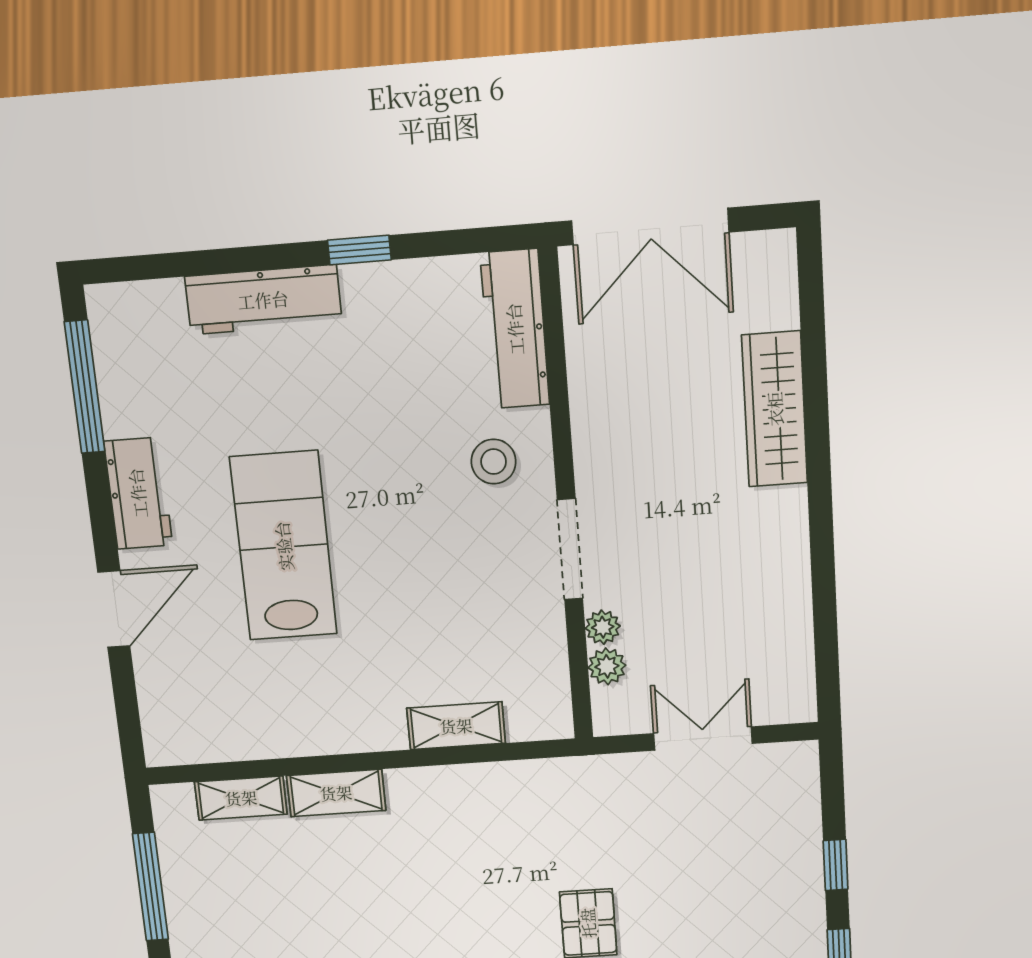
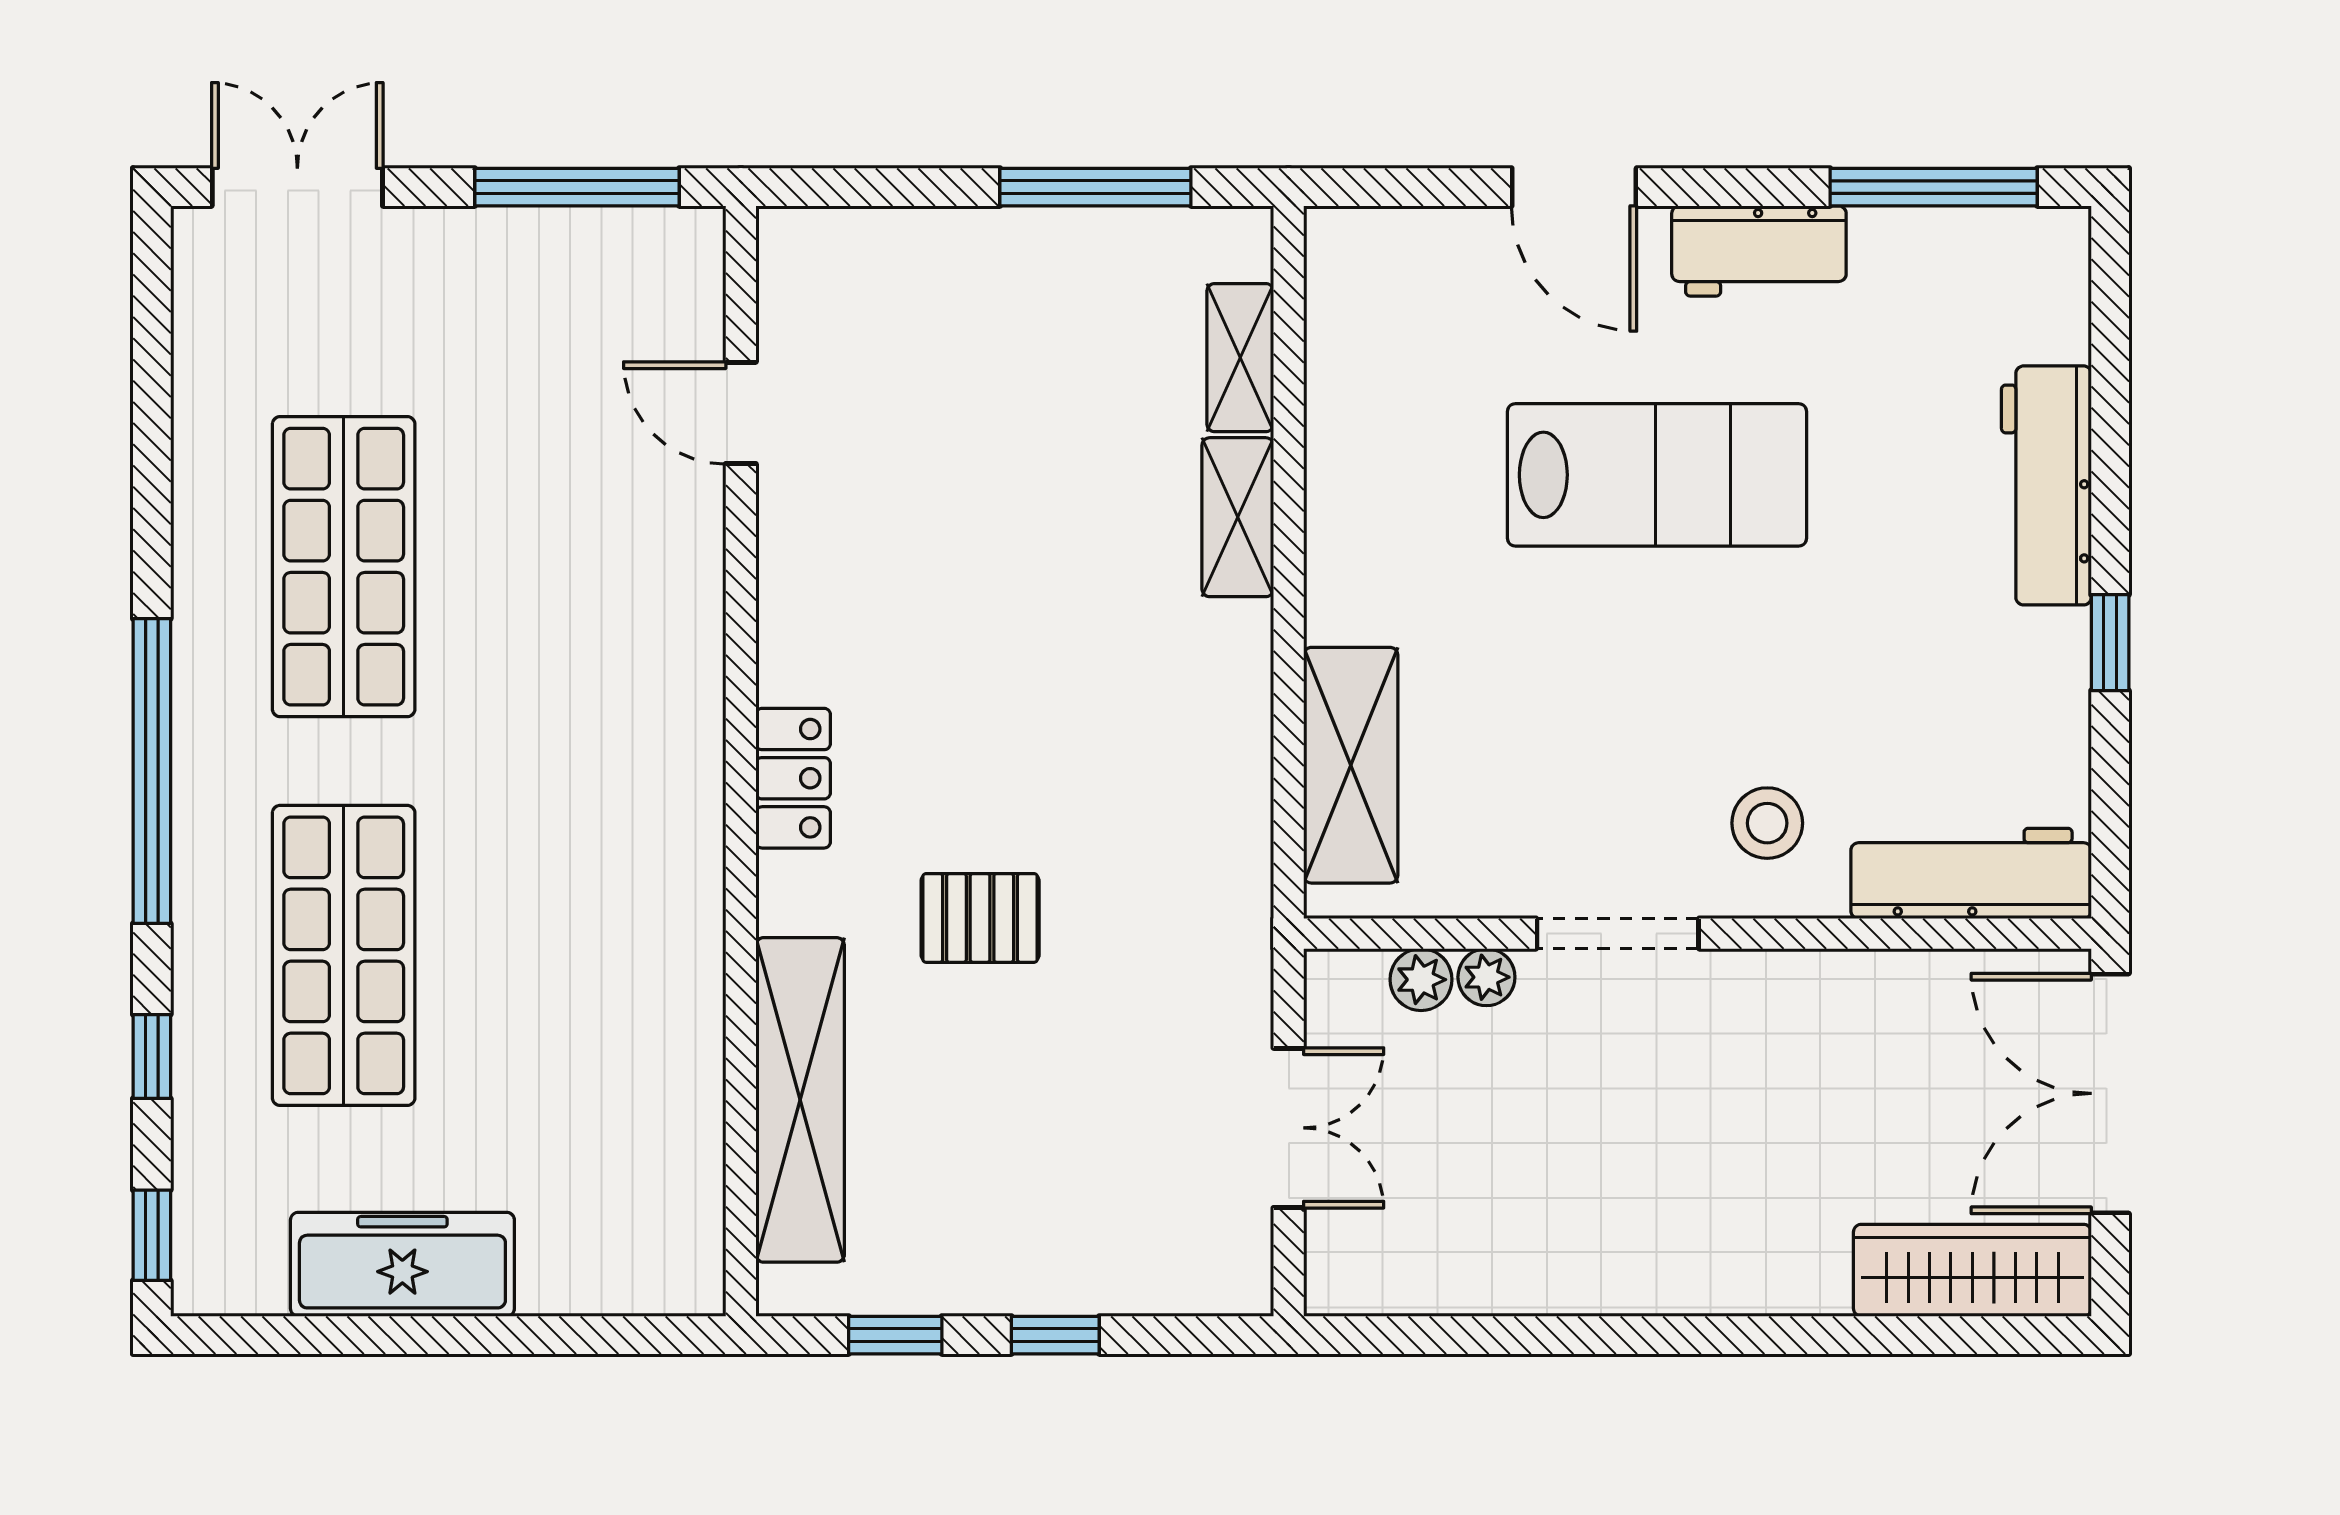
wardrobe: (775, 409) -> (1972, 1270), moved
shelving: (456, 726) -> (1351, 765), width x1.50, depth x1.33

